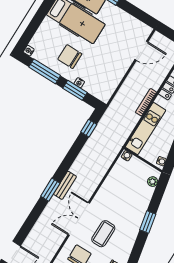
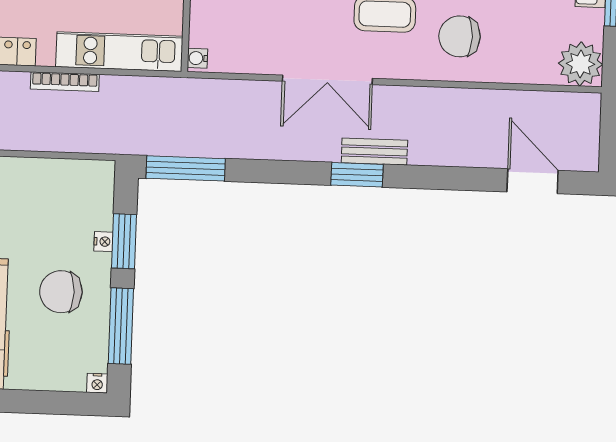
chair: (70, 57) -> (61, 292), turned 90
window: (89, 128) -> (186, 168), width x2.17
bench: (65, 185) -> (374, 152), moved
double door: (79, 219) -> (327, 80), moved

